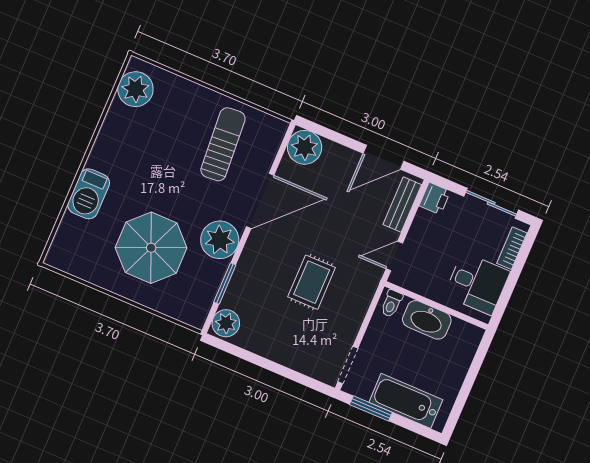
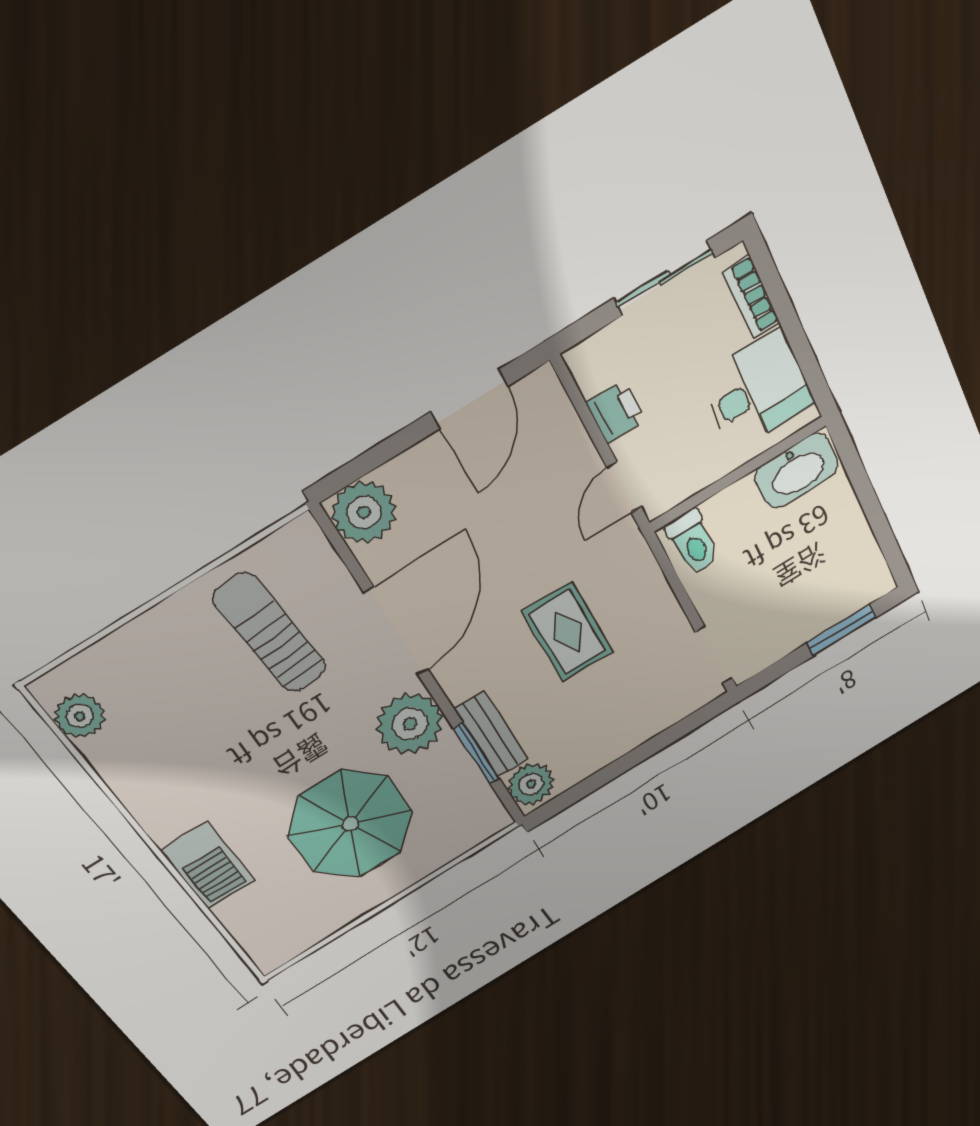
plant: (135, 89) -> (80, 716), width x0.73, depth x0.73
printer: (435, 198) -> (616, 412), moved
bench: (402, 205) -> (491, 734), moved
toilet: (392, 304) -> (693, 542), width x1.37, depth x1.39
washbasin: (427, 320) -> (797, 471), moved
bathtub: (406, 401) -> (821, 607), removed
window: (371, 408) -> (842, 630), moved

